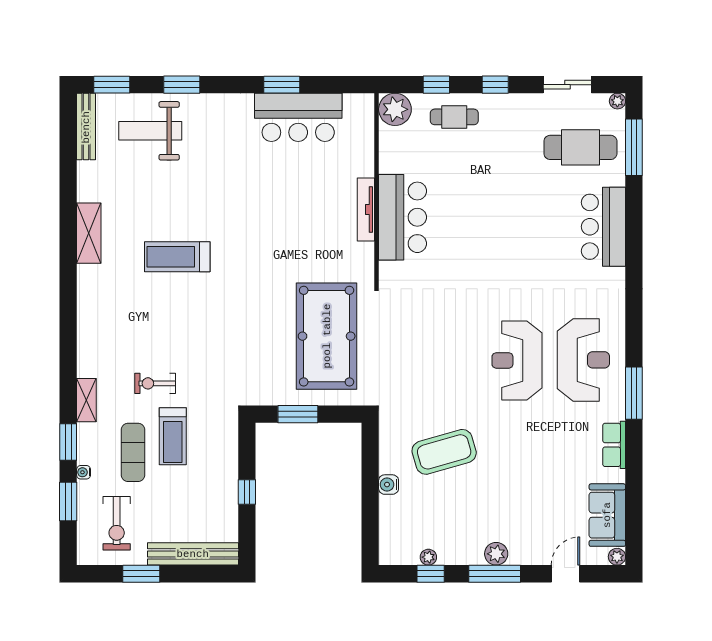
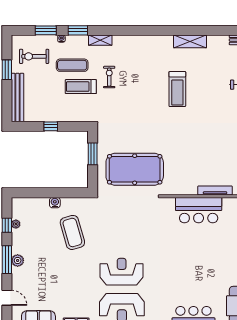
tv unit: (366, 210) -> (215, 190), moved
treadmill: (177, 257) -> (177, 89), turned 180

